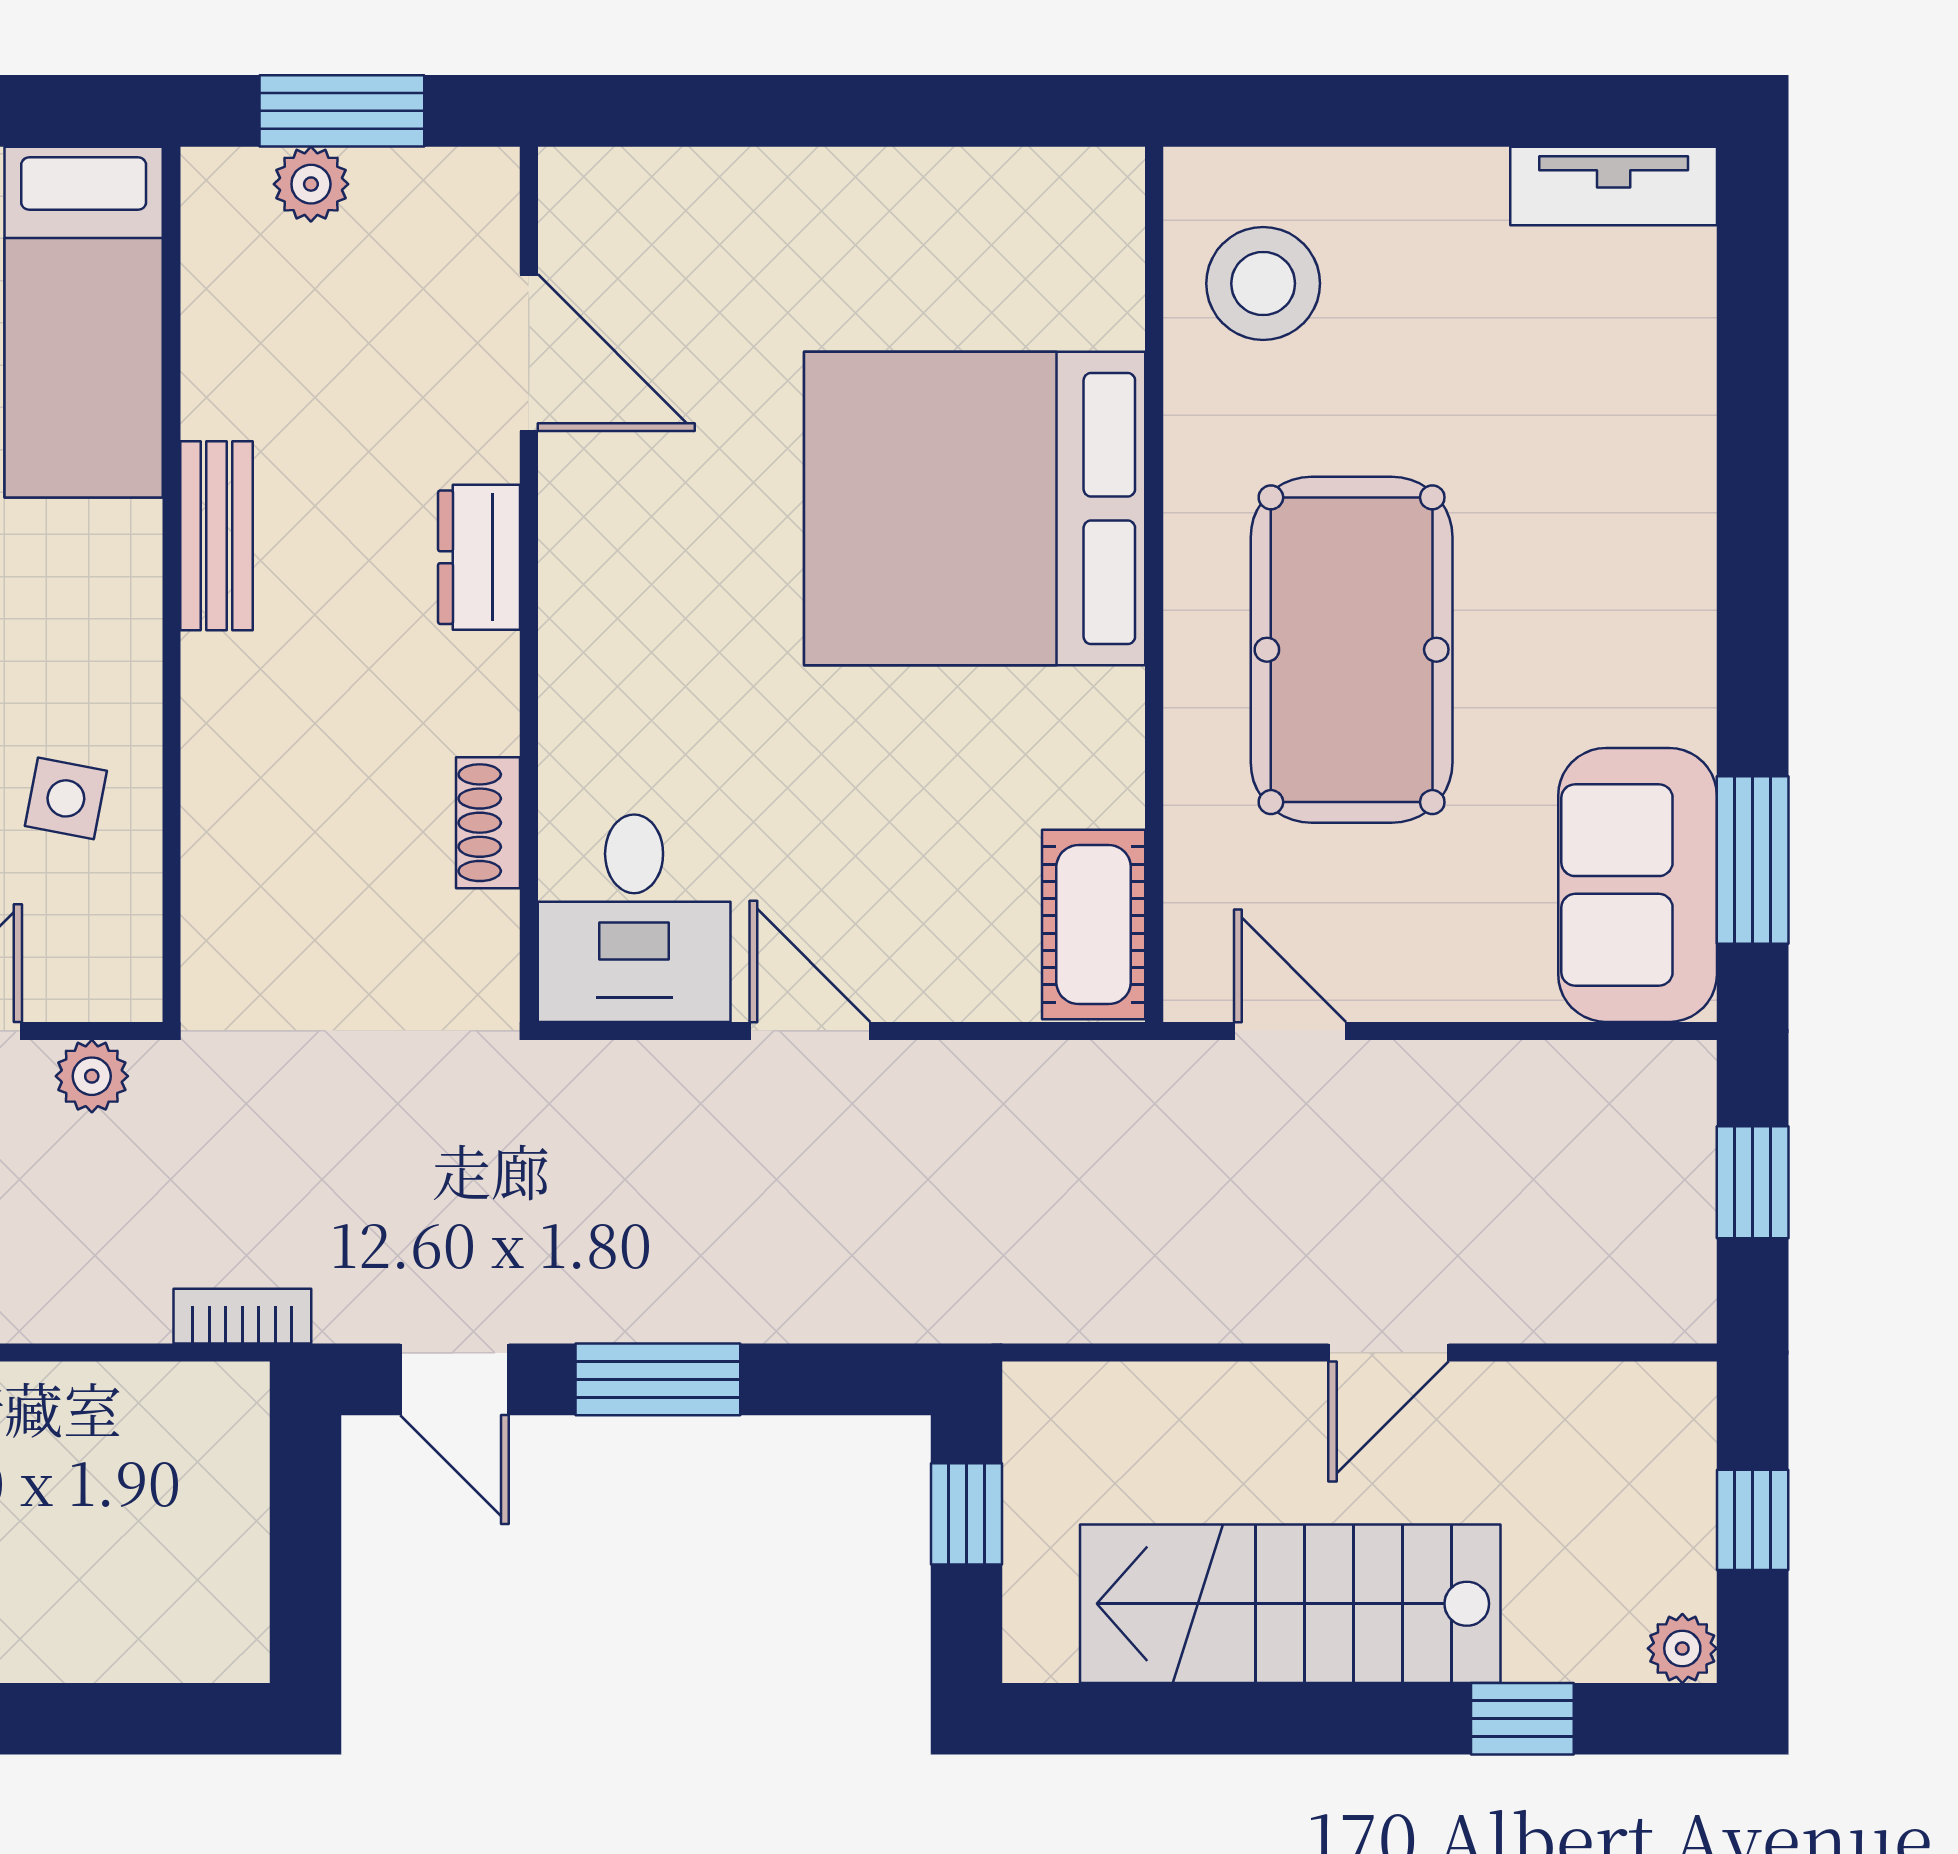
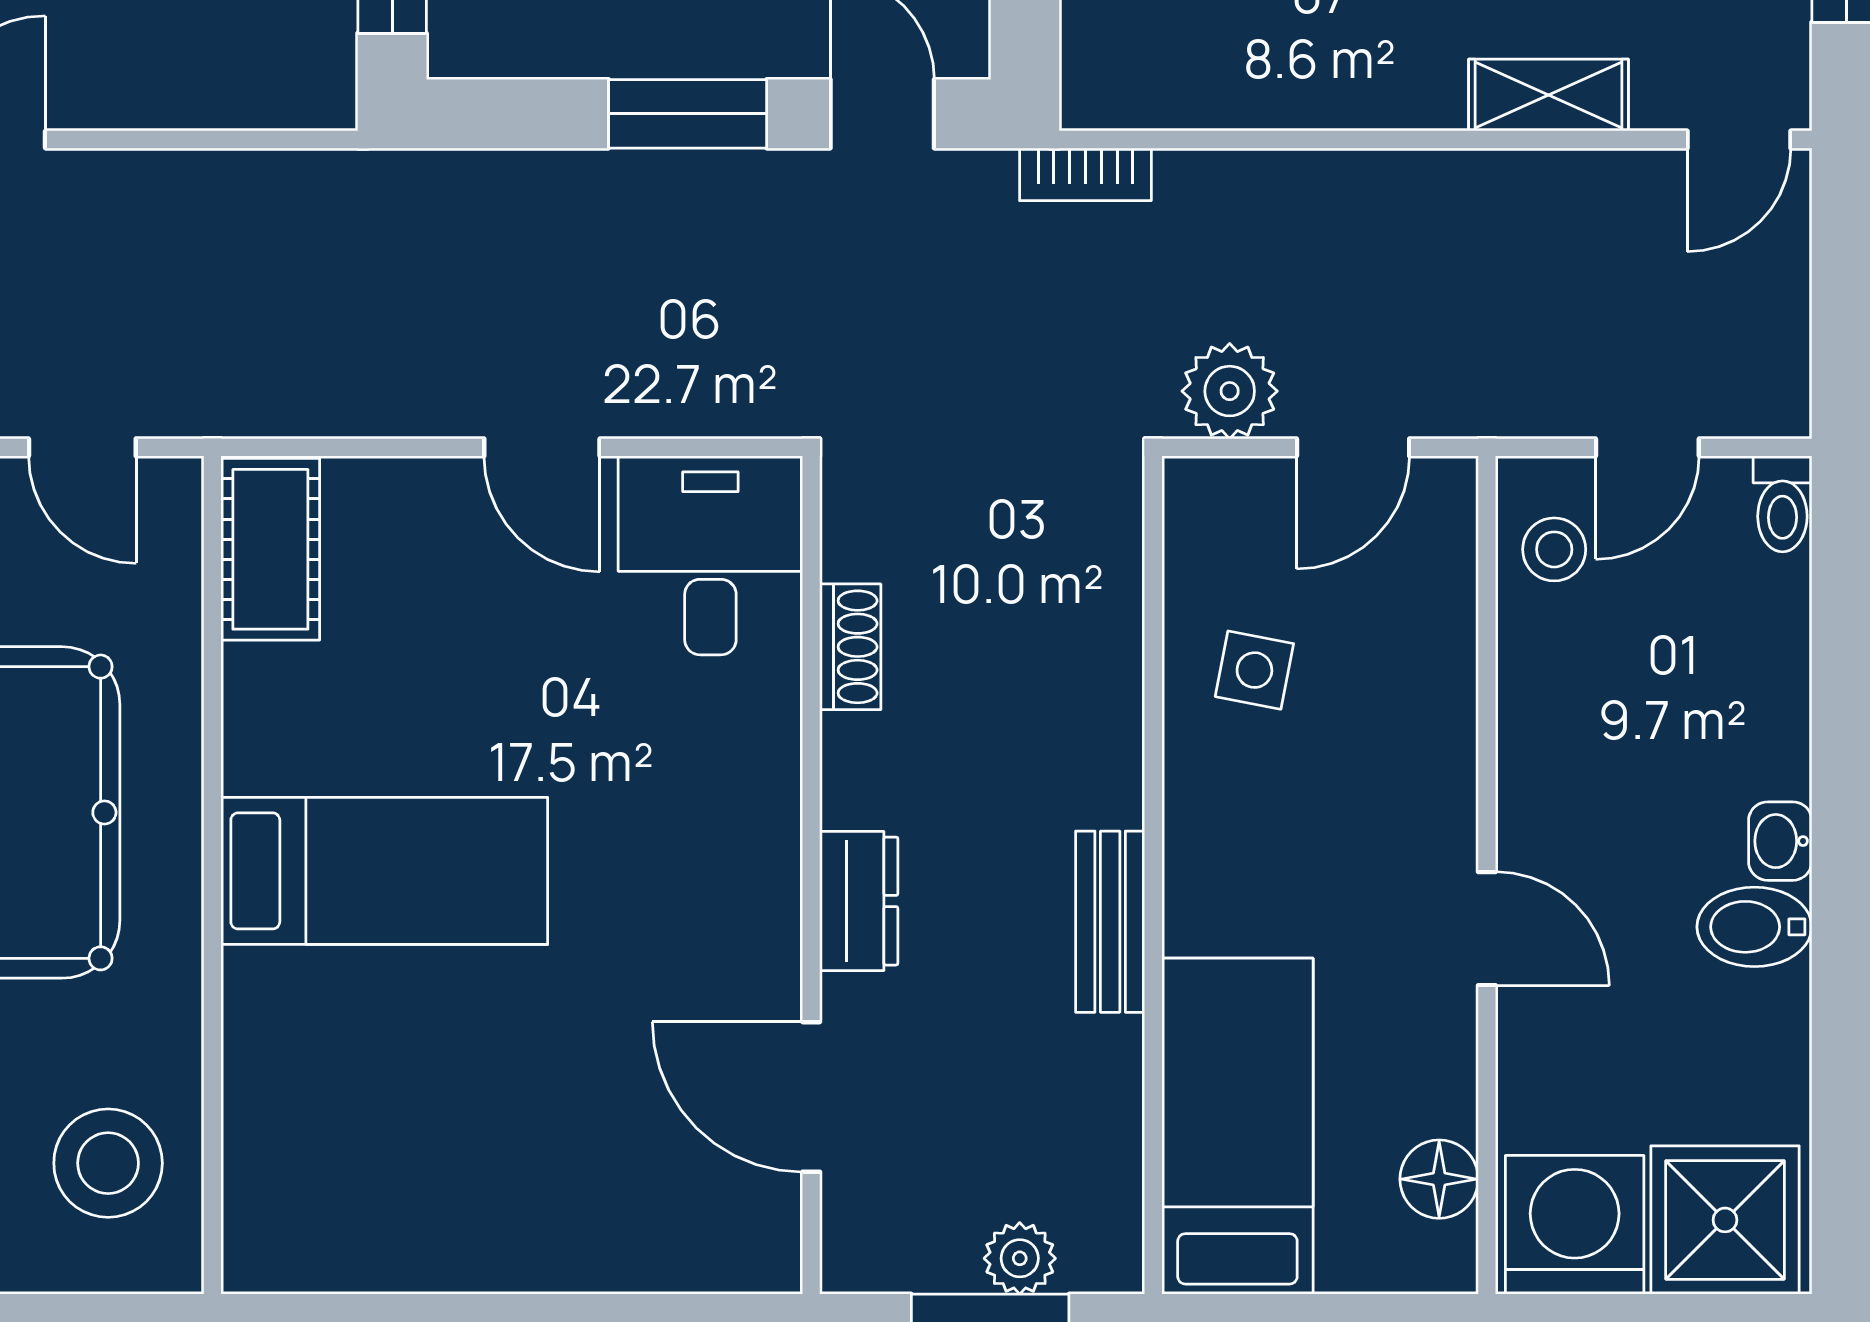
bed: (975, 509) -> (384, 871), width x0.49
plant: (92, 1076) -> (1230, 391), width x1.38, depth x1.38

